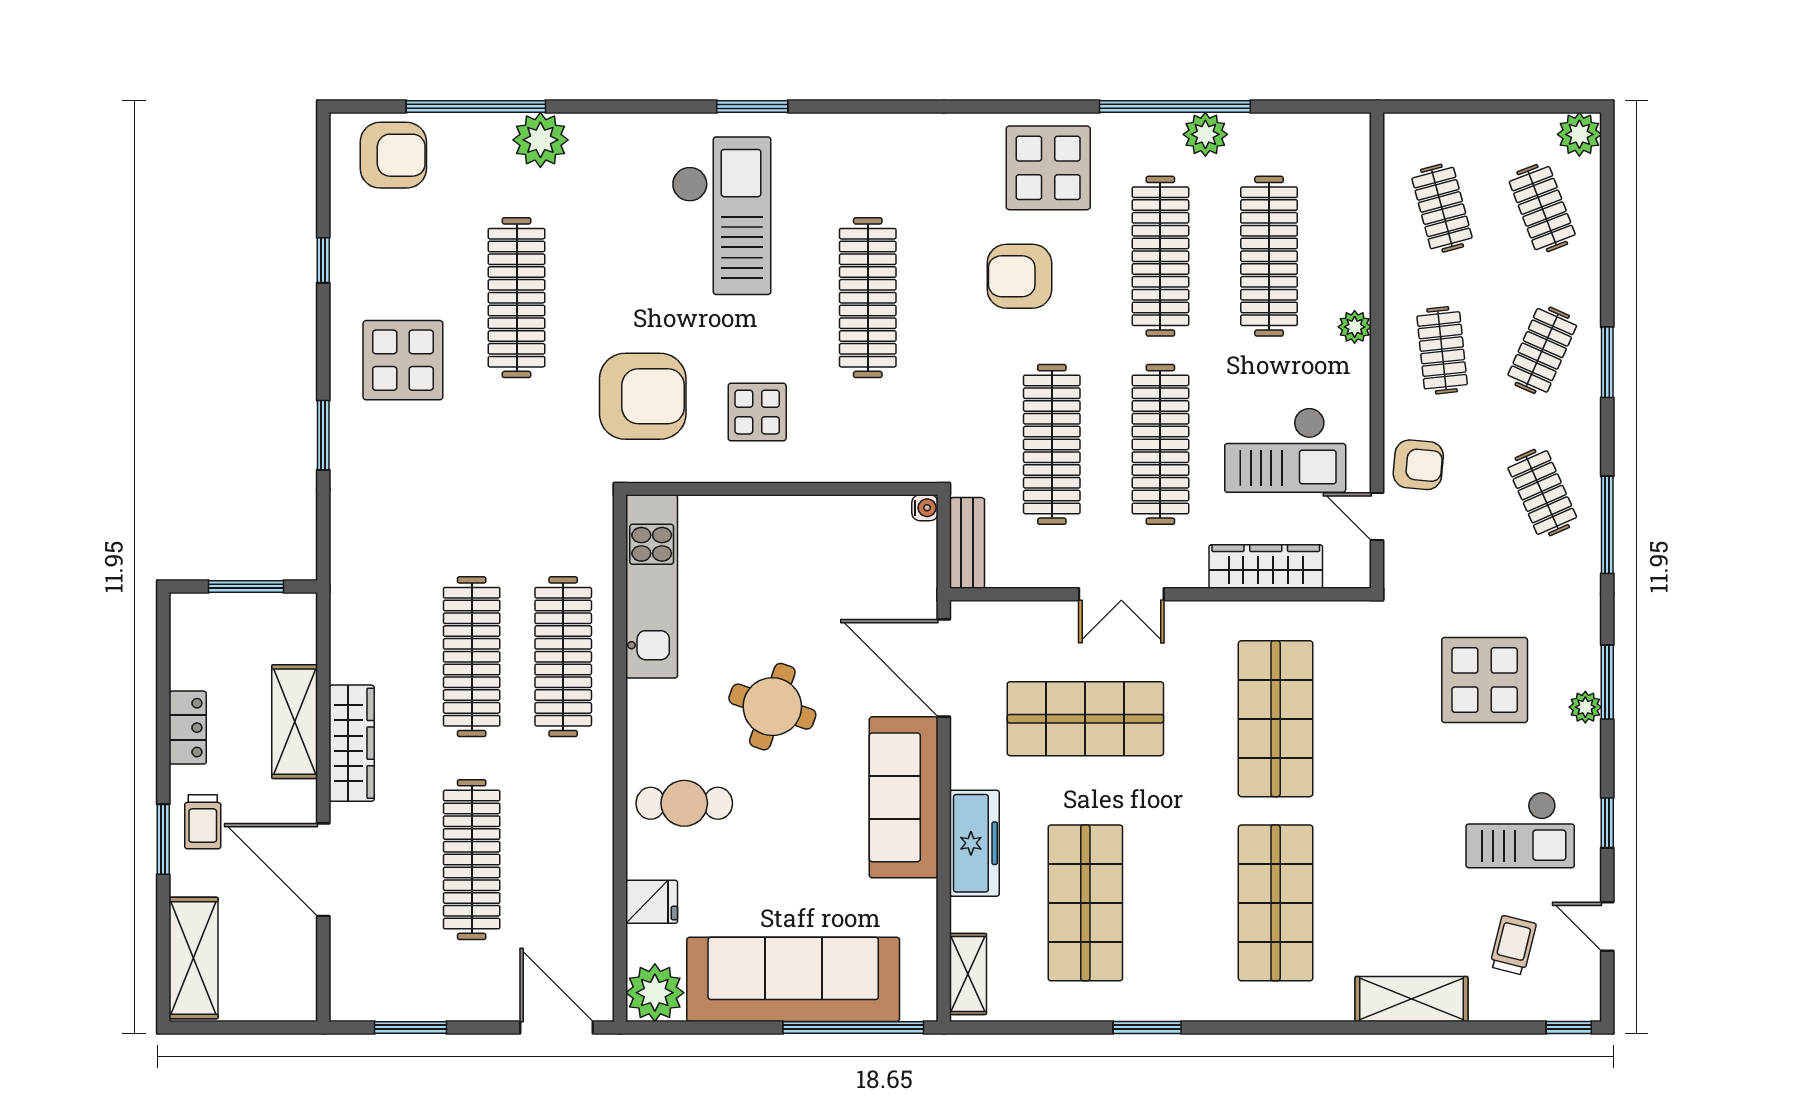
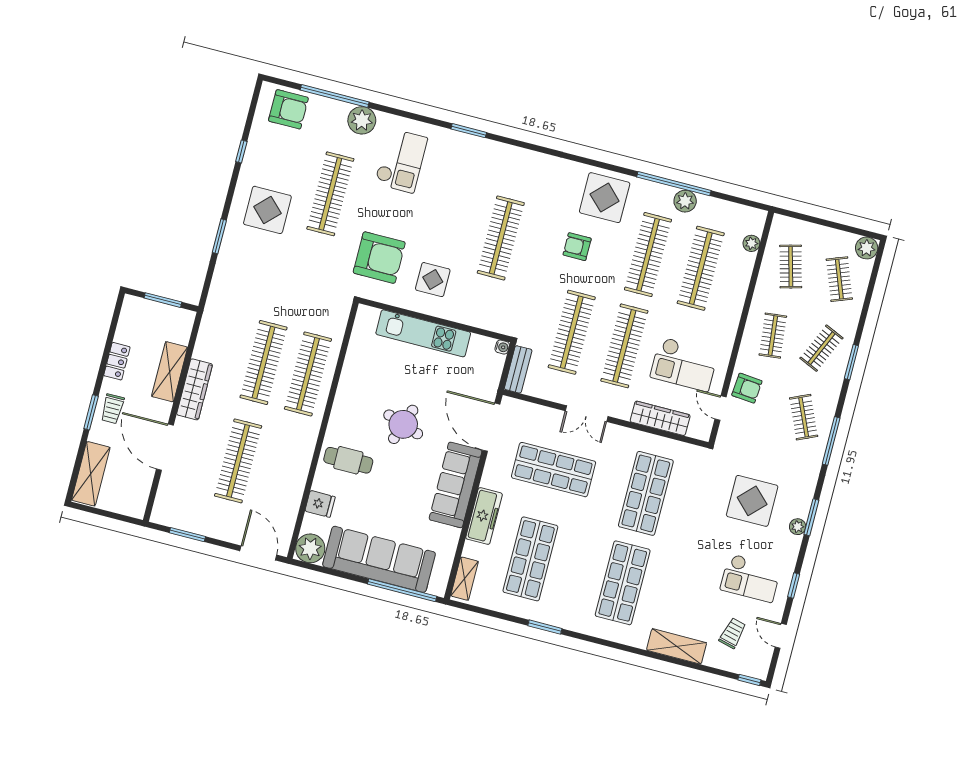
checkout: (721, 216) -> (401, 161), moved, width x0.73, depth x0.83
armchair: (1019, 276) -> (577, 247), width x0.72, depth x0.72
plant: (1355, 327) -> (751, 243), moved
kitchen unit: (652, 586) -> (423, 333), moved, turned 90

